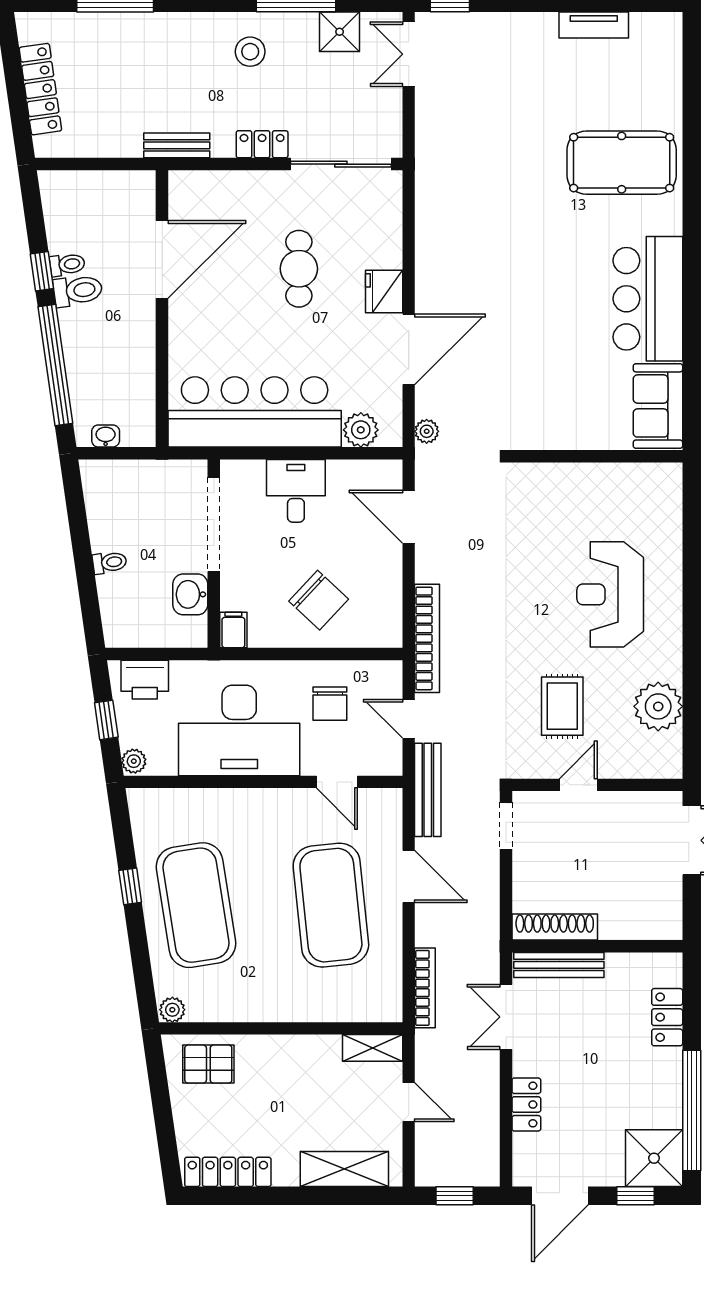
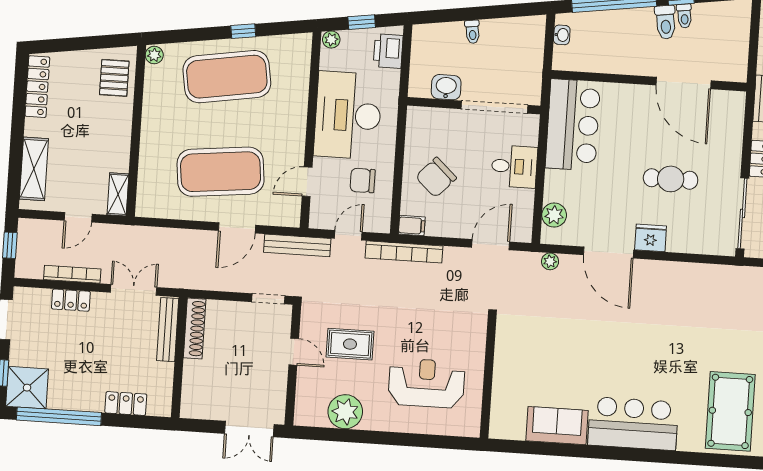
bar counter: (255, 412) -> (573, 125), width x0.73
wall: (597, 456) -> (488, 378), moved
filing cabinet: (233, 630) -> (412, 226), moved
bookcase: (425, 988) -> (72, 274), moved, turned 180

